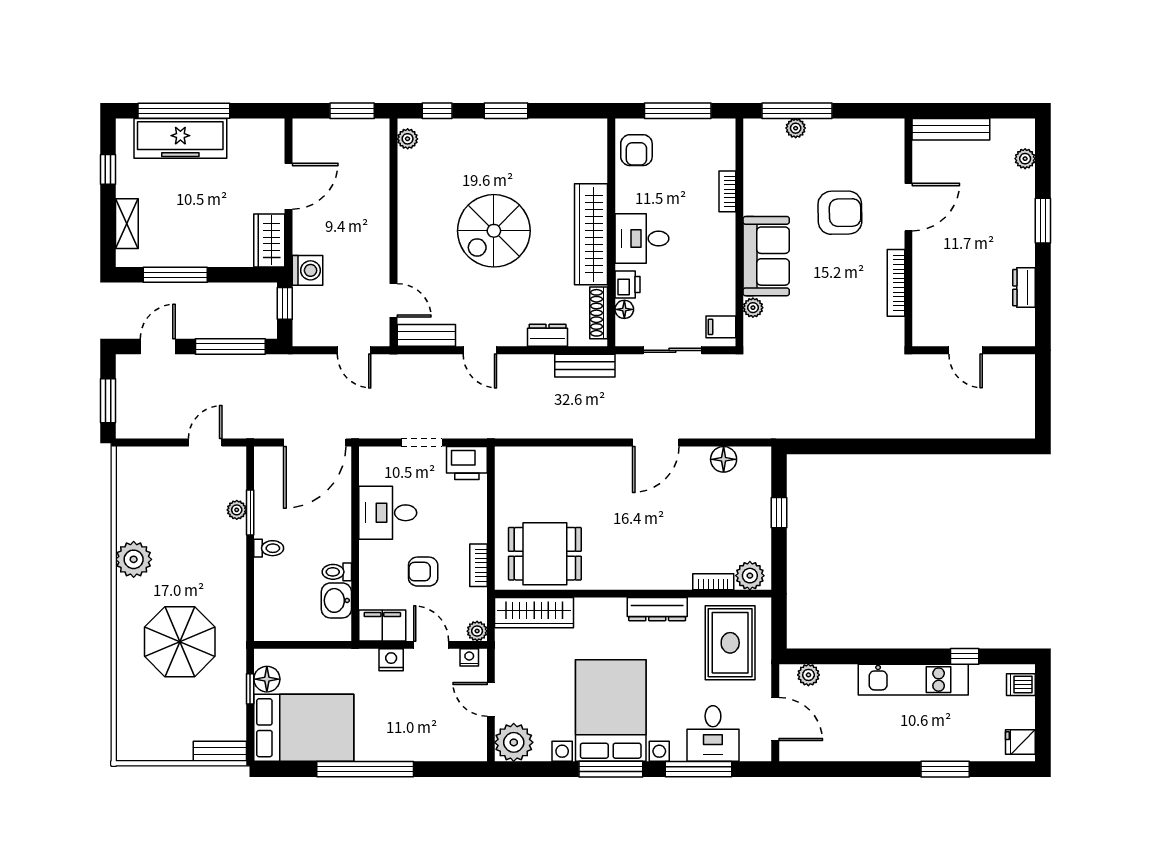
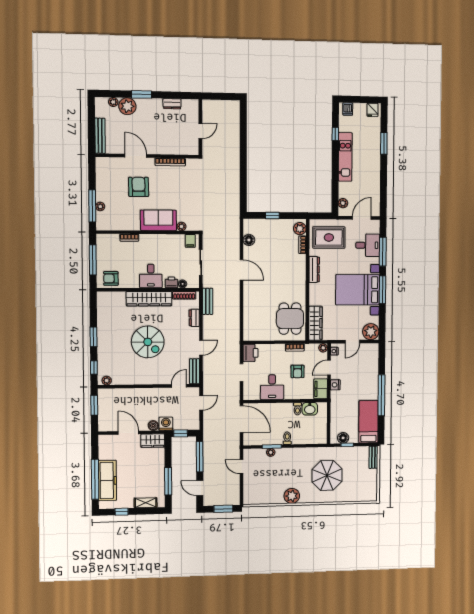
armchair: (636, 150) -> (111, 278), turned 180
plant: (1017, 189) -> (127, 106), added
boiler: (304, 242) -> (153, 426), added
bed: (304, 728) -> (369, 422), width x0.67

